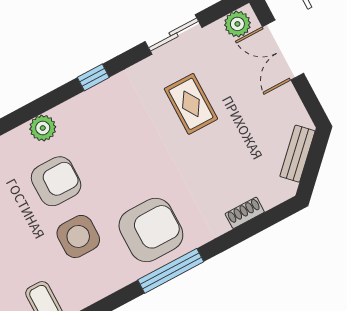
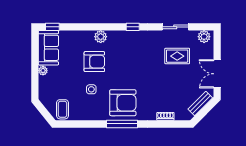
double door: (283, 50) -> (217, 74), moved
rug: (191, 104) -> (177, 56), moved, turned 90
side table: (78, 236) -> (91, 89), width x0.54, depth x0.54

